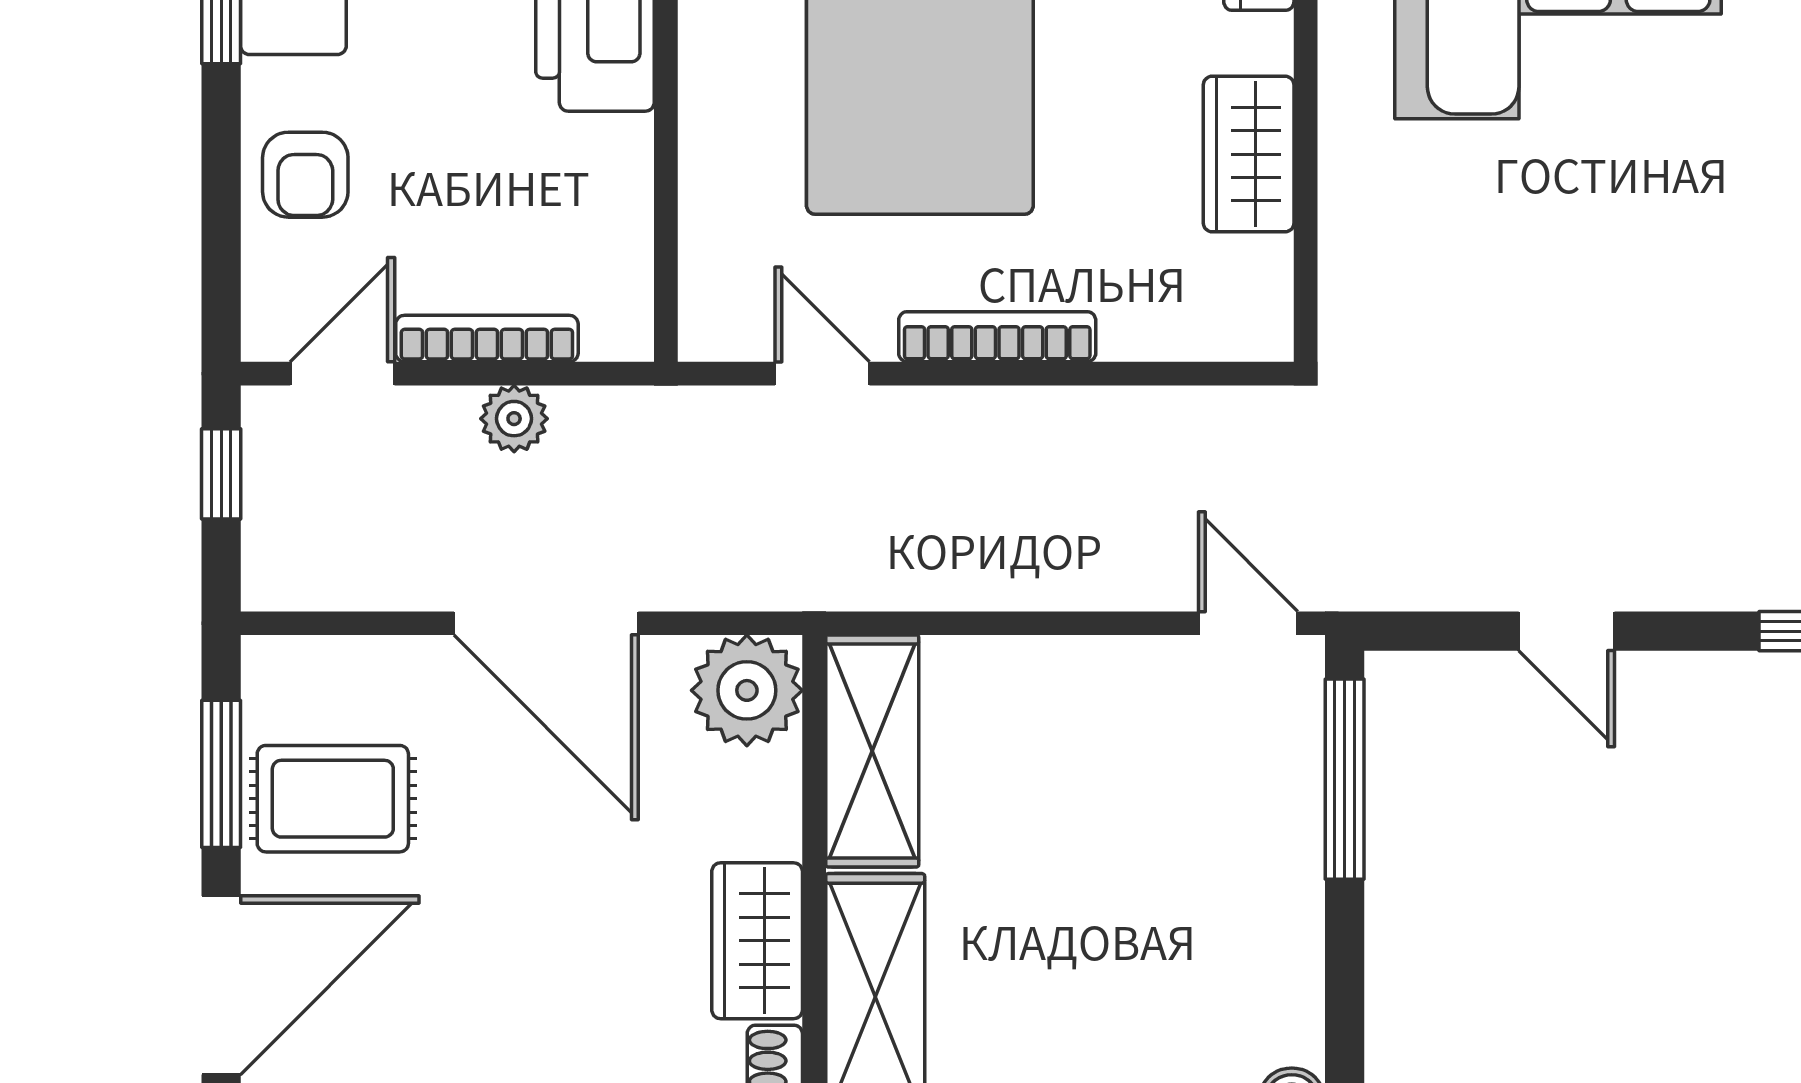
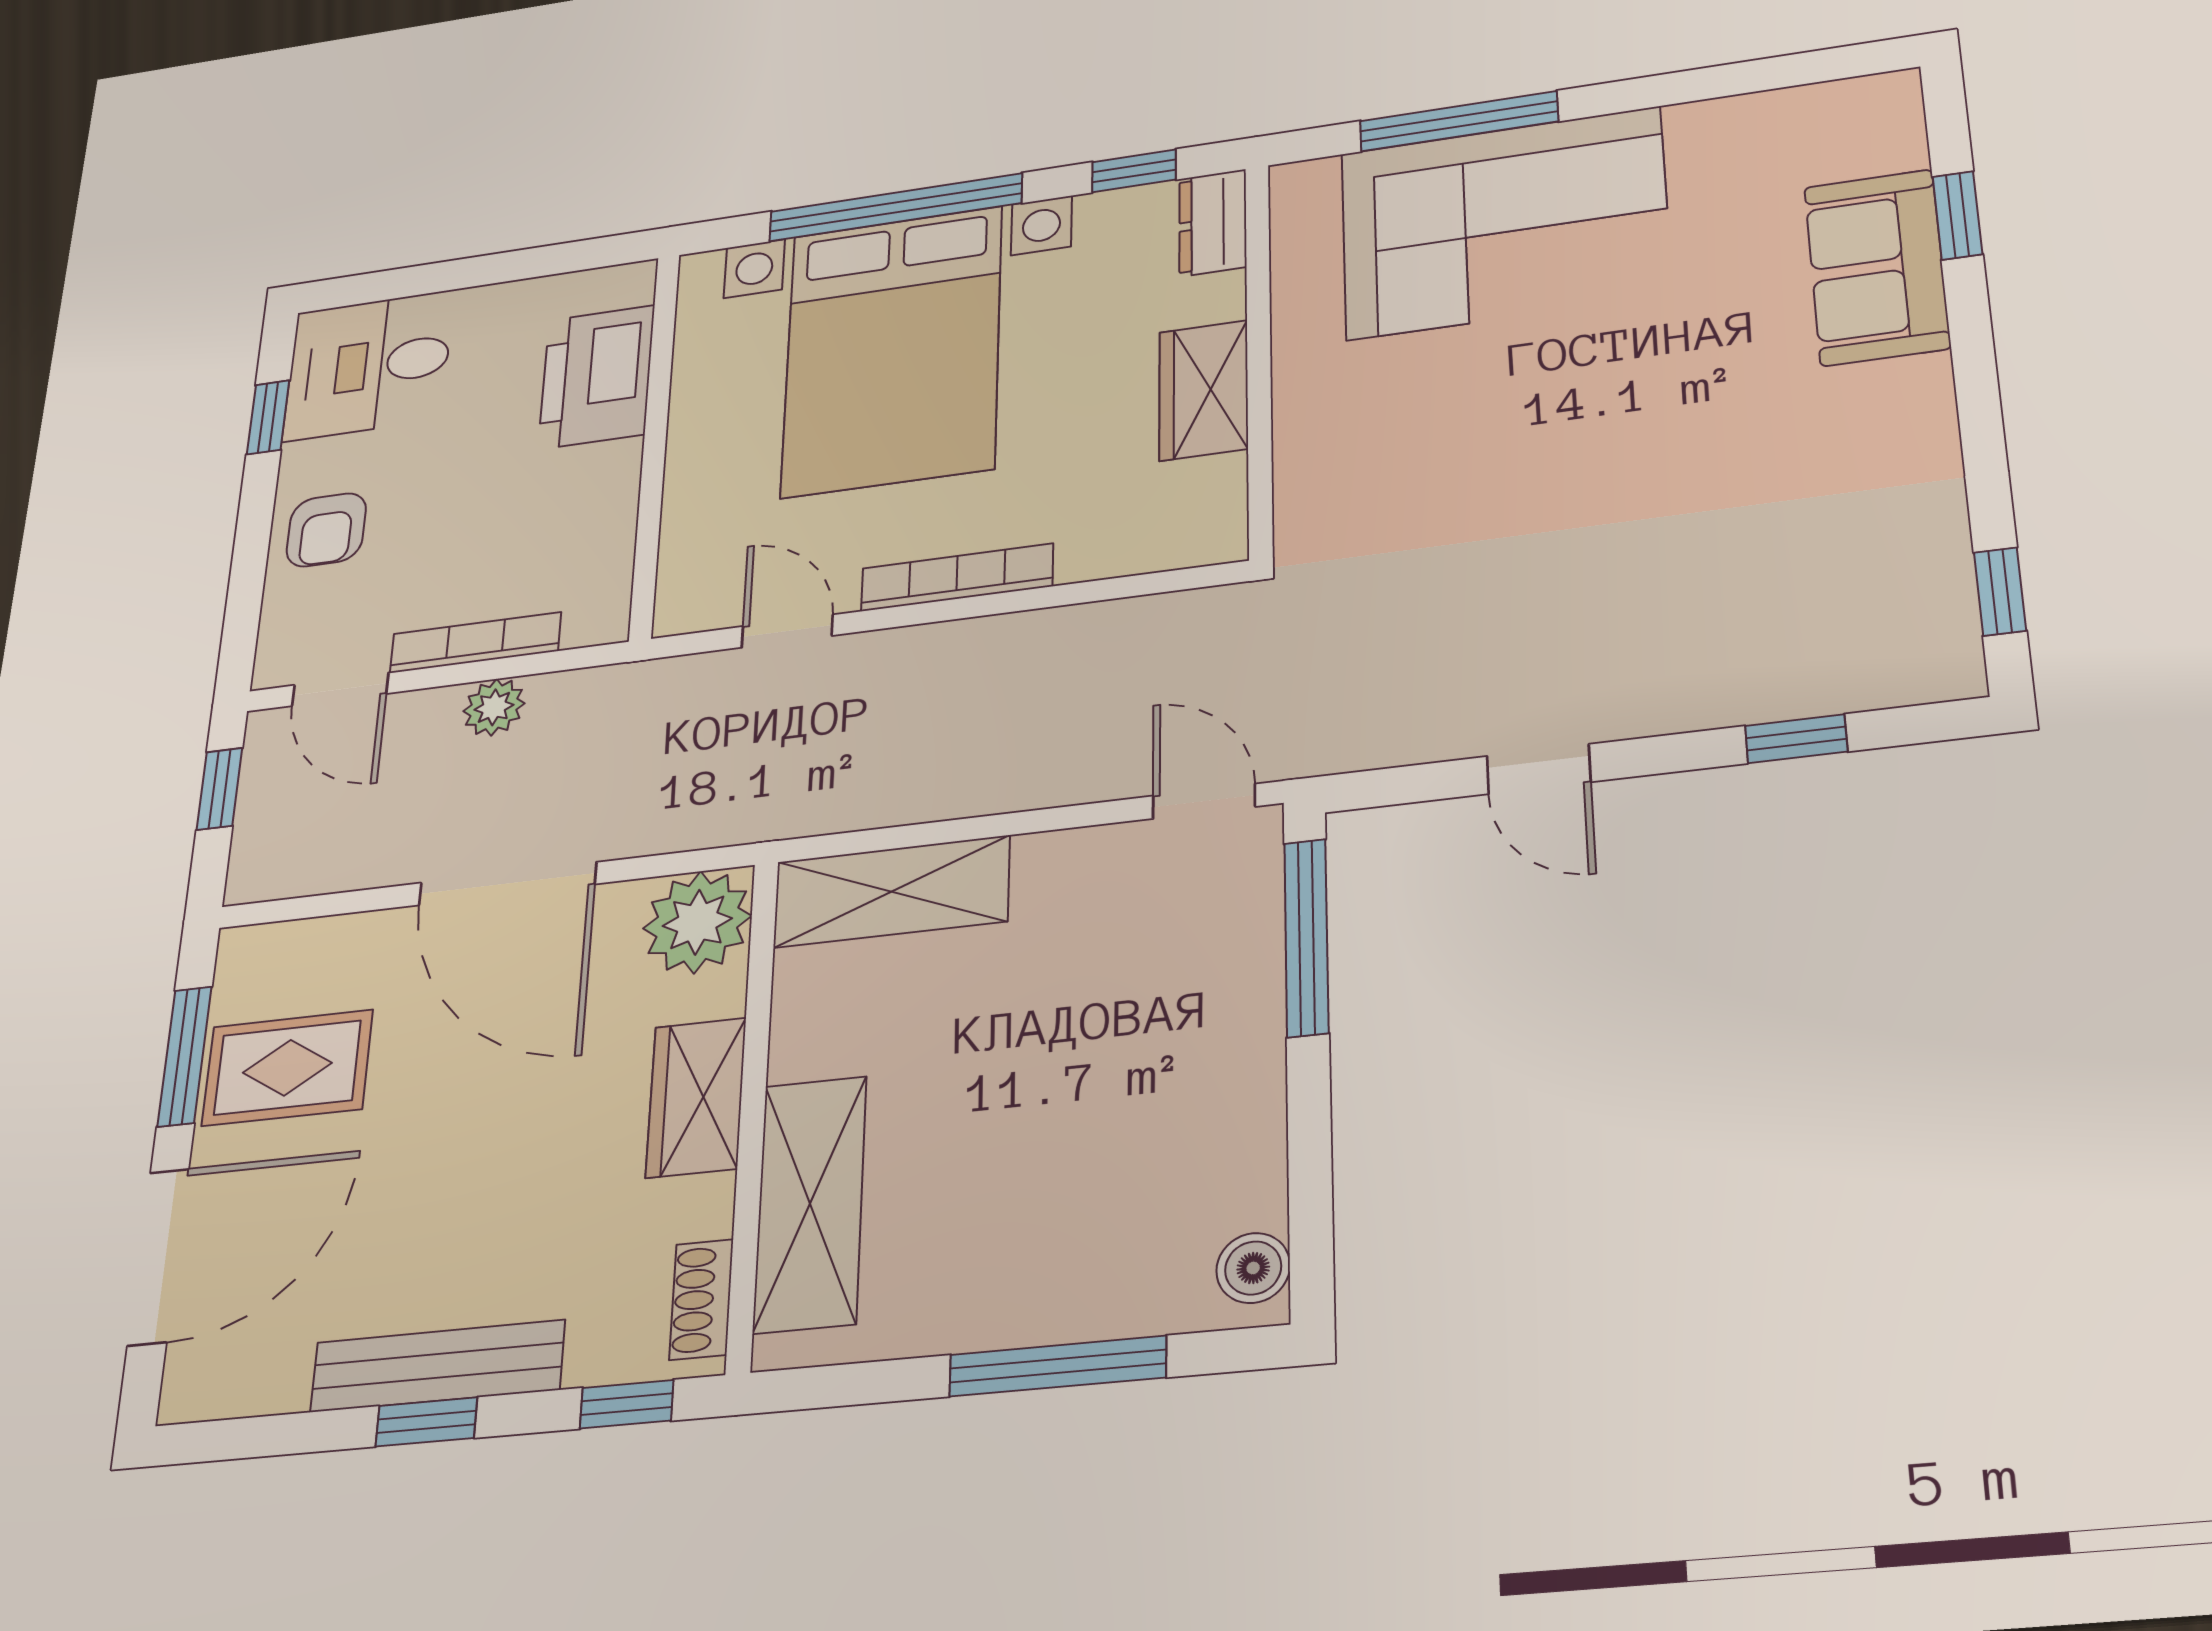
door: (342, 374) -> (340, 689), swing flipped
shelving: (872, 751) -> (891, 892), moved, turned 90
wardrobe: (757, 941) -> (696, 1097), moved

